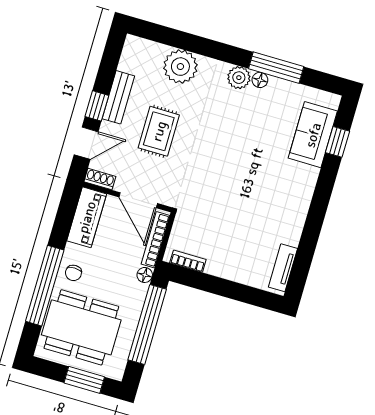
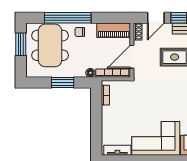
door: (86, 143) -> (156, 18), hinge flipped
corner sofa: (282, 200) -> (156, 138), added
window: (147, 325) -> (63, 82), width x0.47
window: (84, 380) -> (21, 44), moved

